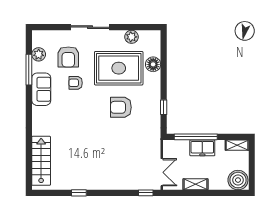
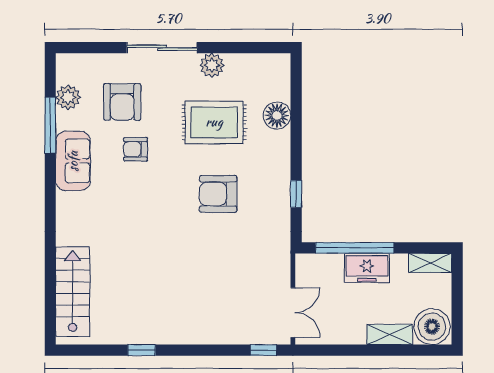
plant: (132, 37) -> (212, 65), moved
rug: (119, 68) -> (214, 122), width x0.73, depth x0.69
shelving: (195, 184) -> (390, 334), moved

